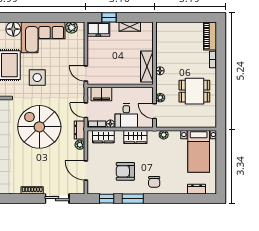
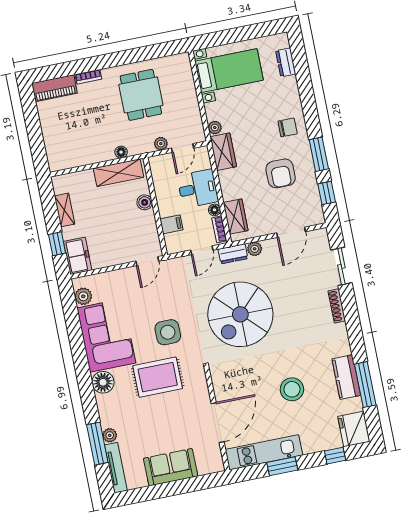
boiler: (124, 79) -> (145, 202), added
filing cabinet: (101, 94) -> (171, 224), width x0.50
wardrobe: (135, 137) -> (223, 152), moved

